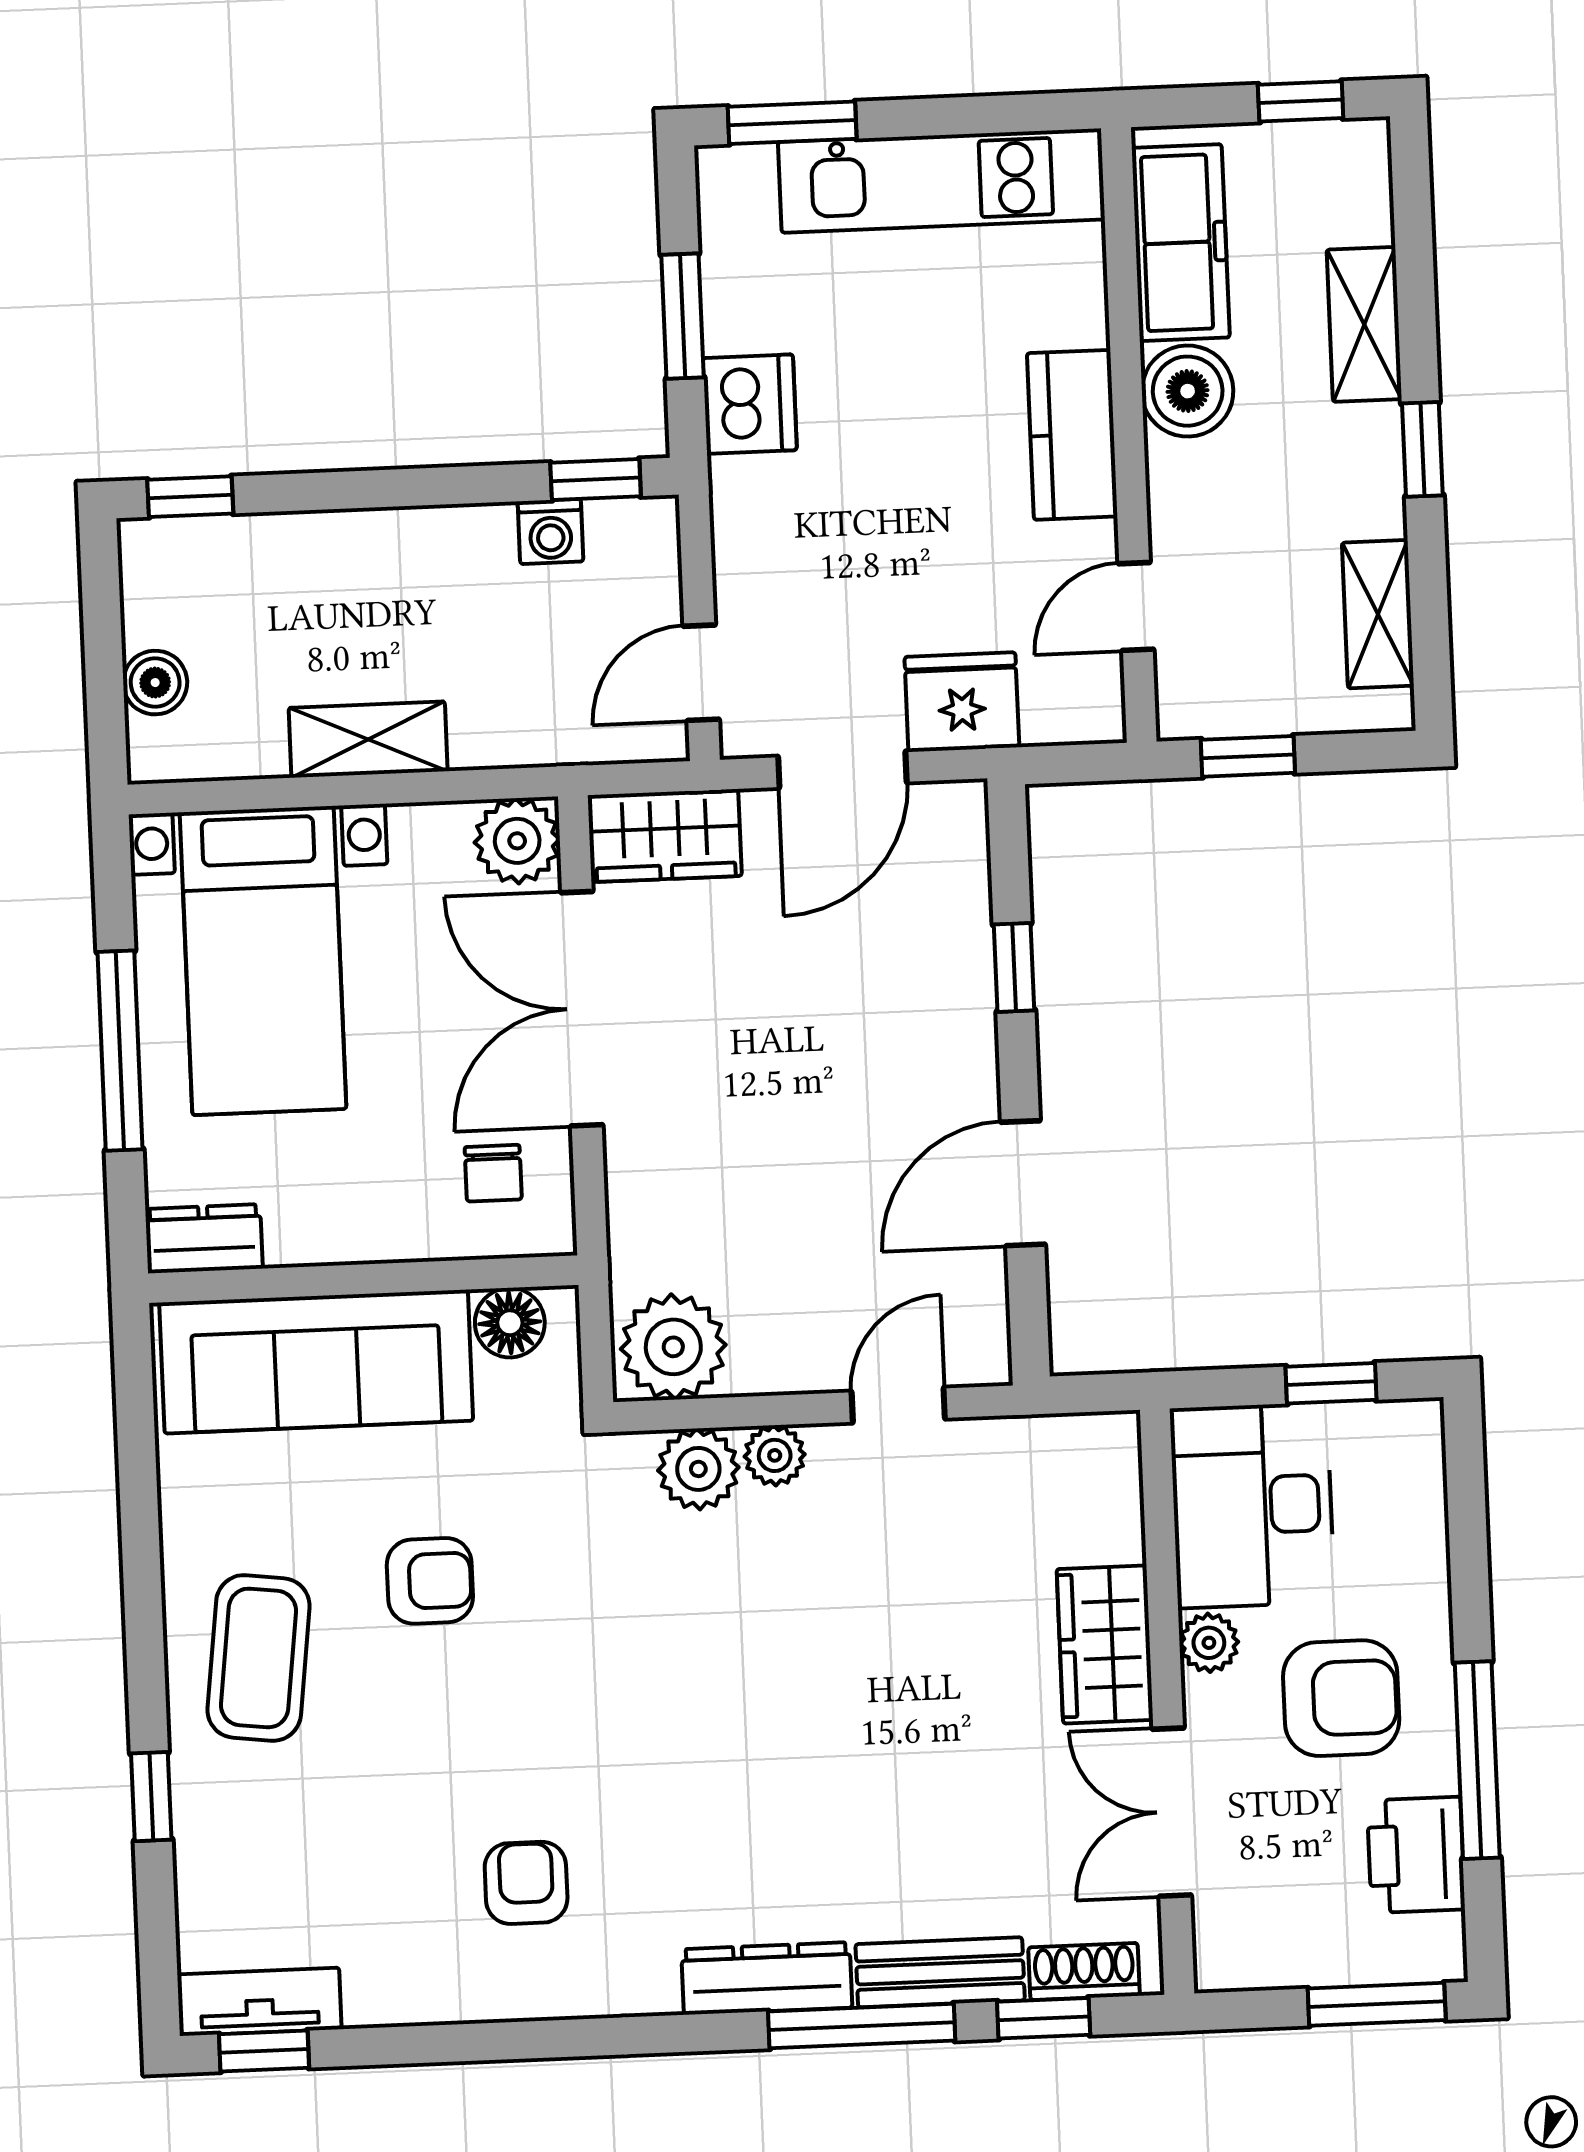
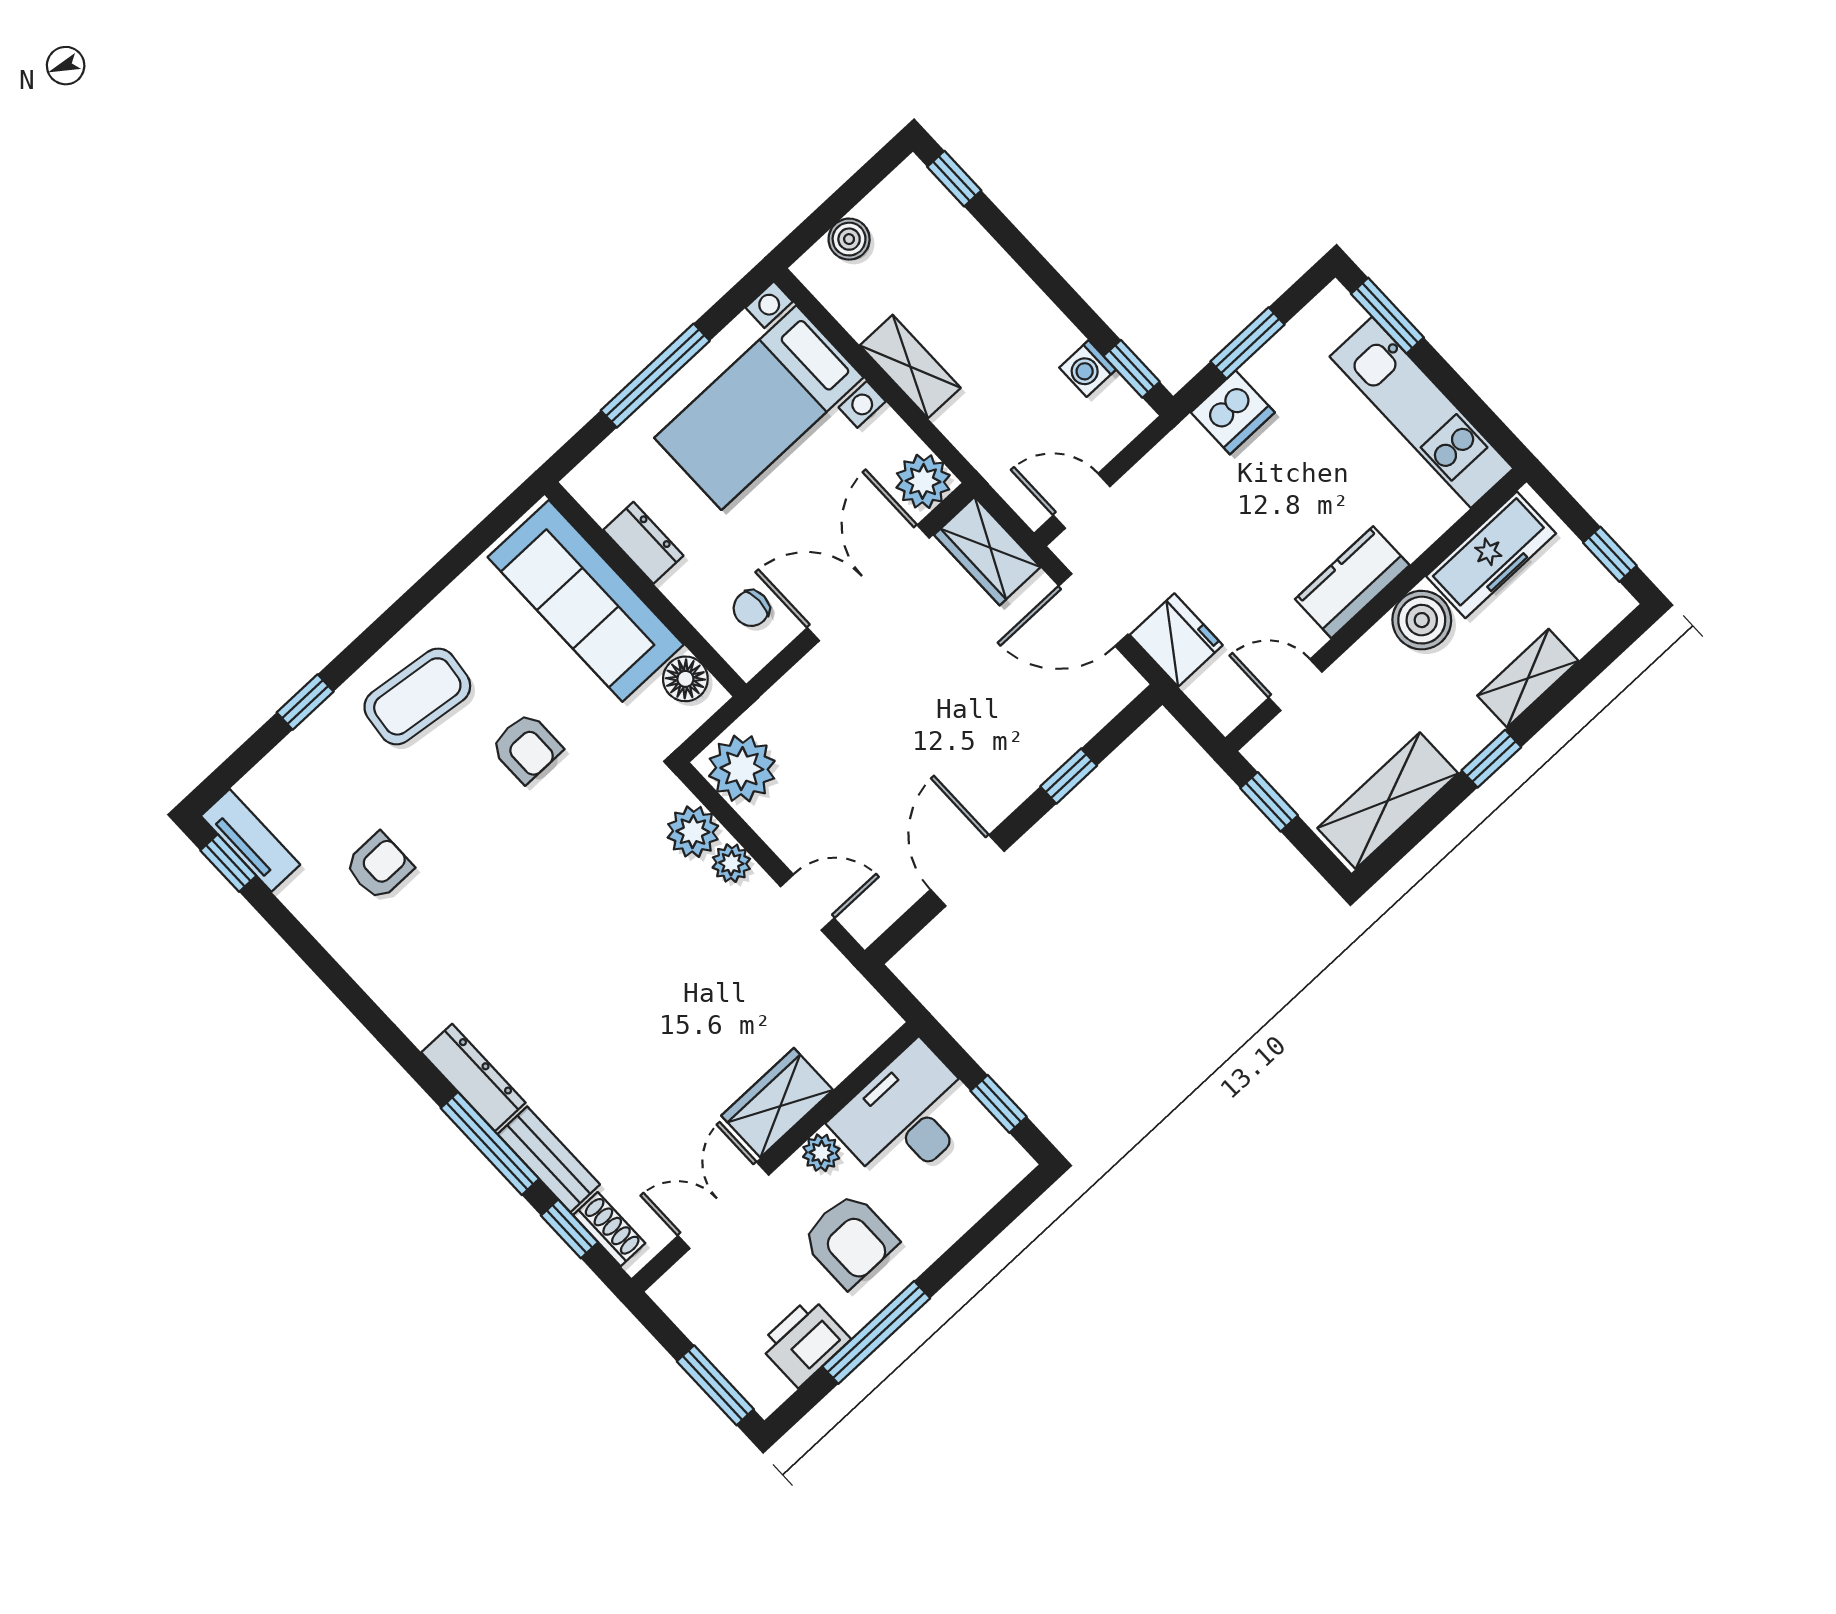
shelving: (1378, 614) -> (1388, 801), width x1.50, depth x1.33
door: (1023, 1183) -> (967, 870), hinge flipped
dresser: (204, 1239) -> (643, 543), moved
armchair: (526, 1883) -> (379, 866), moved

